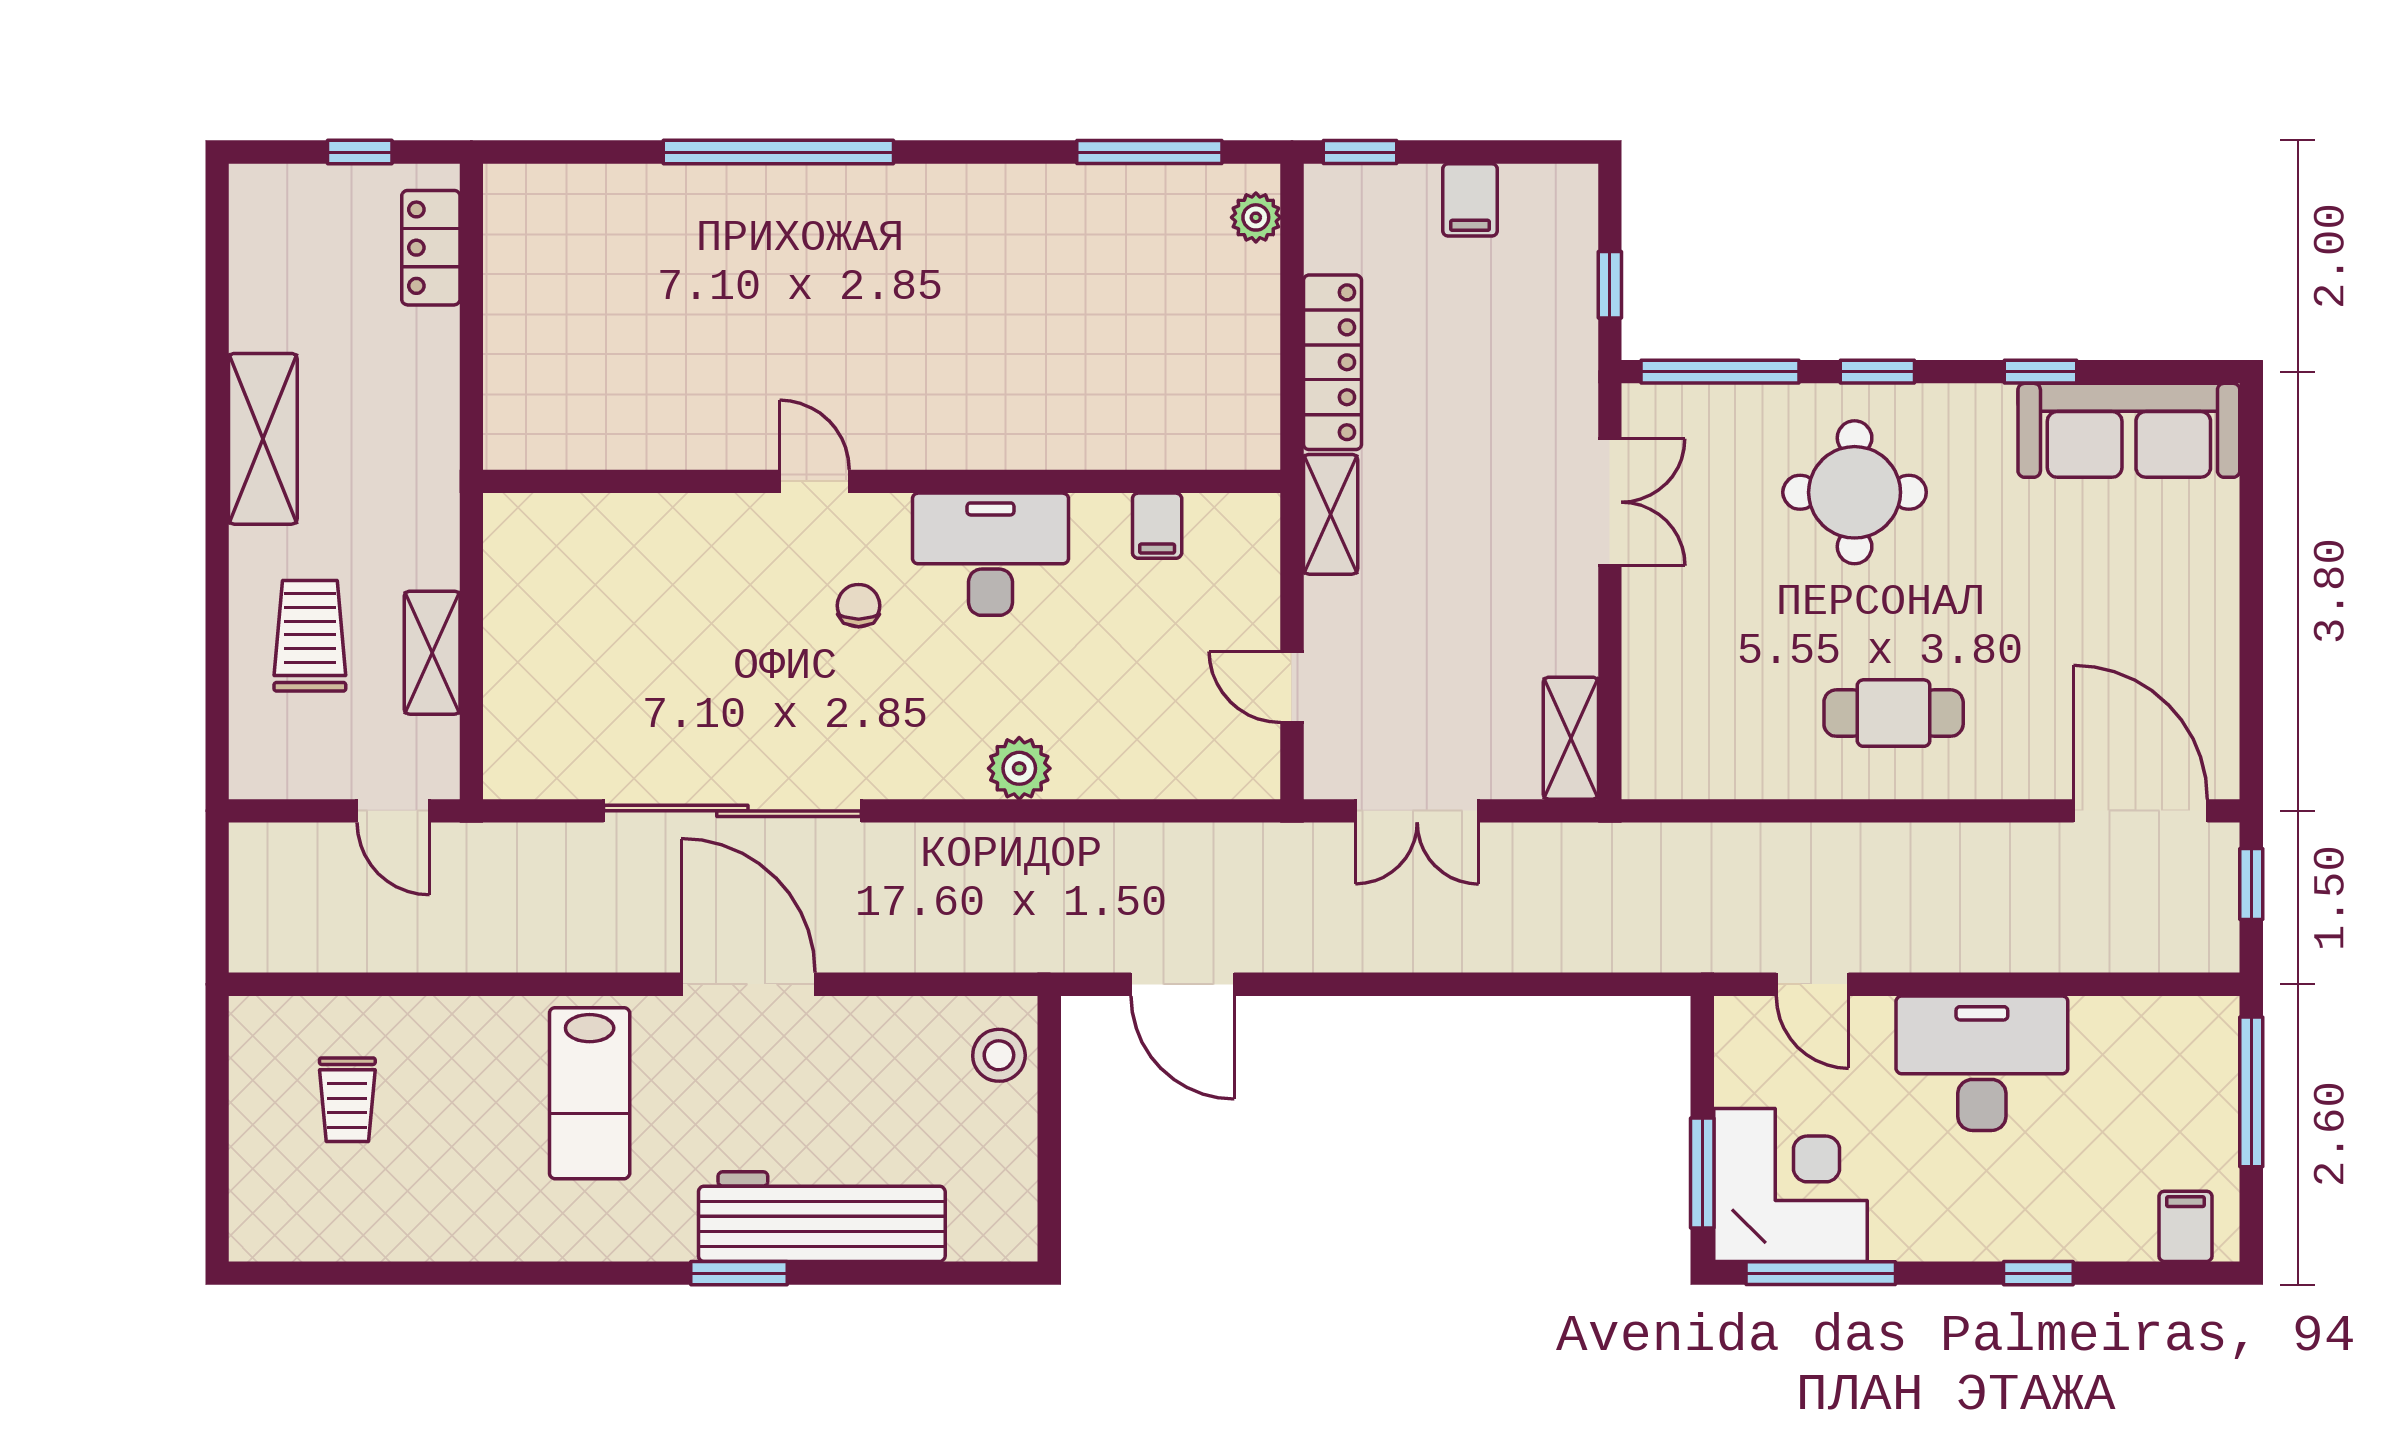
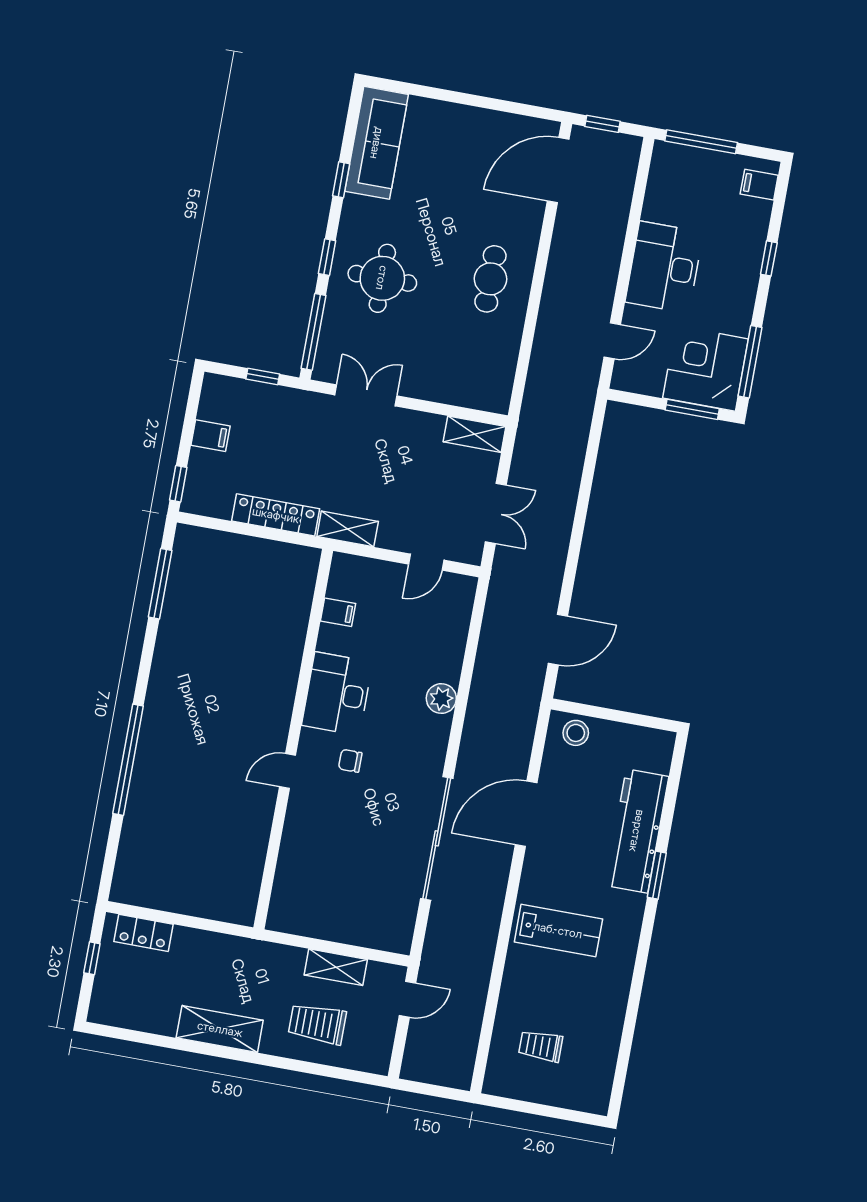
plant: (1256, 217) -> (200, 539), removed
door: (748, 984) -> (526, 814), moved
trolley: (347, 1100) -> (541, 1046), turned 180

